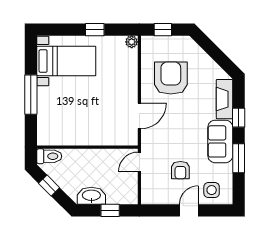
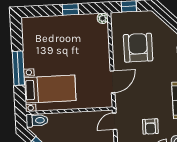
bed with nightstands: (66, 61) -> (50, 89), moved

